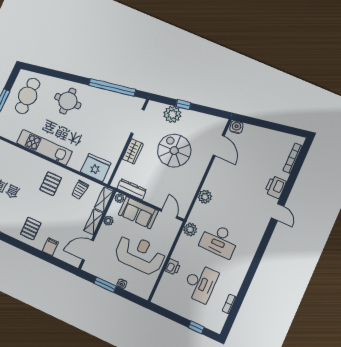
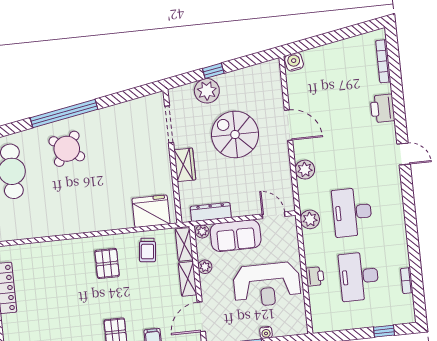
window: (112, 87) -> (64, 113), moved
round table: (68, 101) -> (67, 149), turned 36
door: (219, 146) -> (288, 125), moved
kitchen unit: (44, 147) -> (72, 223), removed
door: (278, 212) -> (404, 154), moved
desk: (219, 240) -> (352, 212), turned 90
reception desk: (140, 254) -> (267, 285), turned 180
desk: (200, 283) -> (359, 276), turned 180

